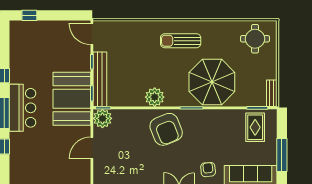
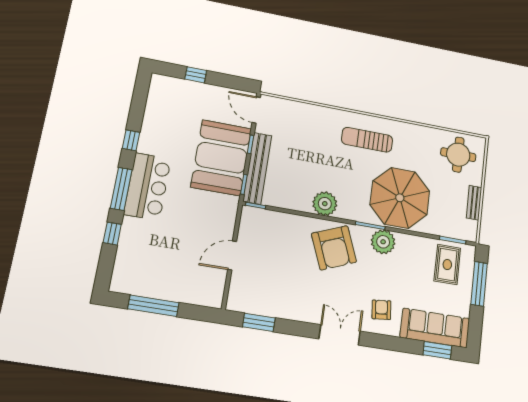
window: (29, 15) -> (196, 75), moved
bench: (272, 93) -> (474, 203), moved
booth: (72, 99) -> (221, 158), moved
plant: (102, 118) -> (383, 242), moved
window: (282, 155) -> (479, 284), moved

